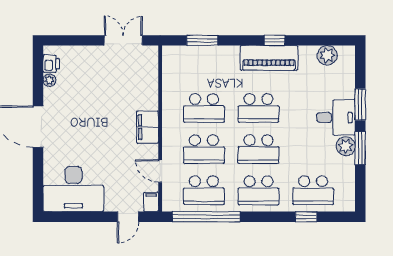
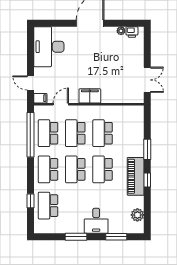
window: (202, 40) -> (147, 149), moved
window: (360, 104) -> (116, 237), moved
plant: (346, 146) -> (77, 227), removed

